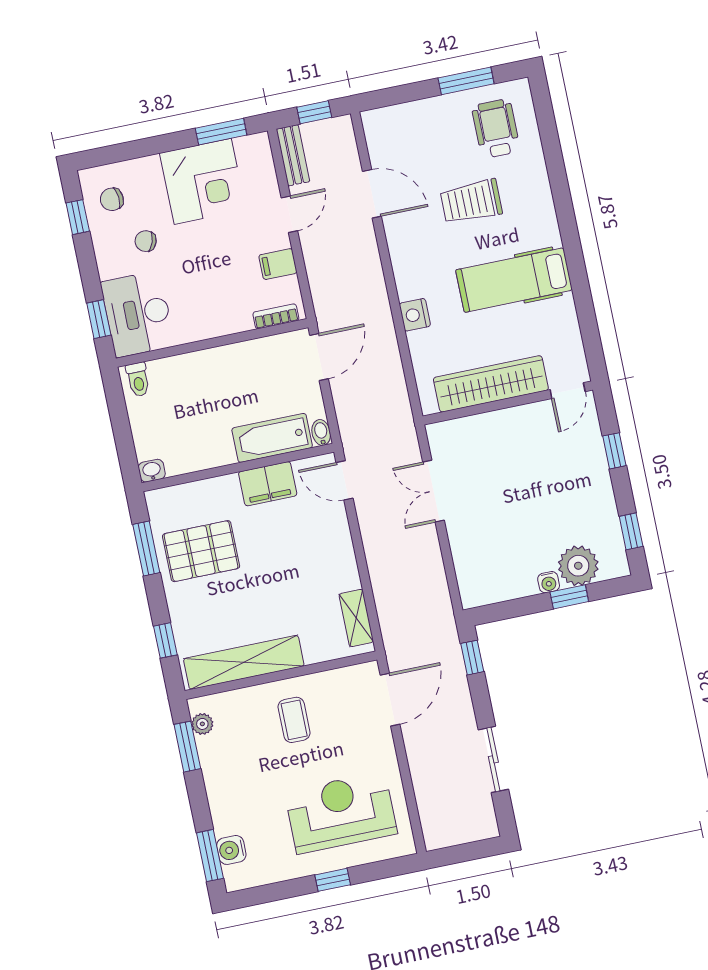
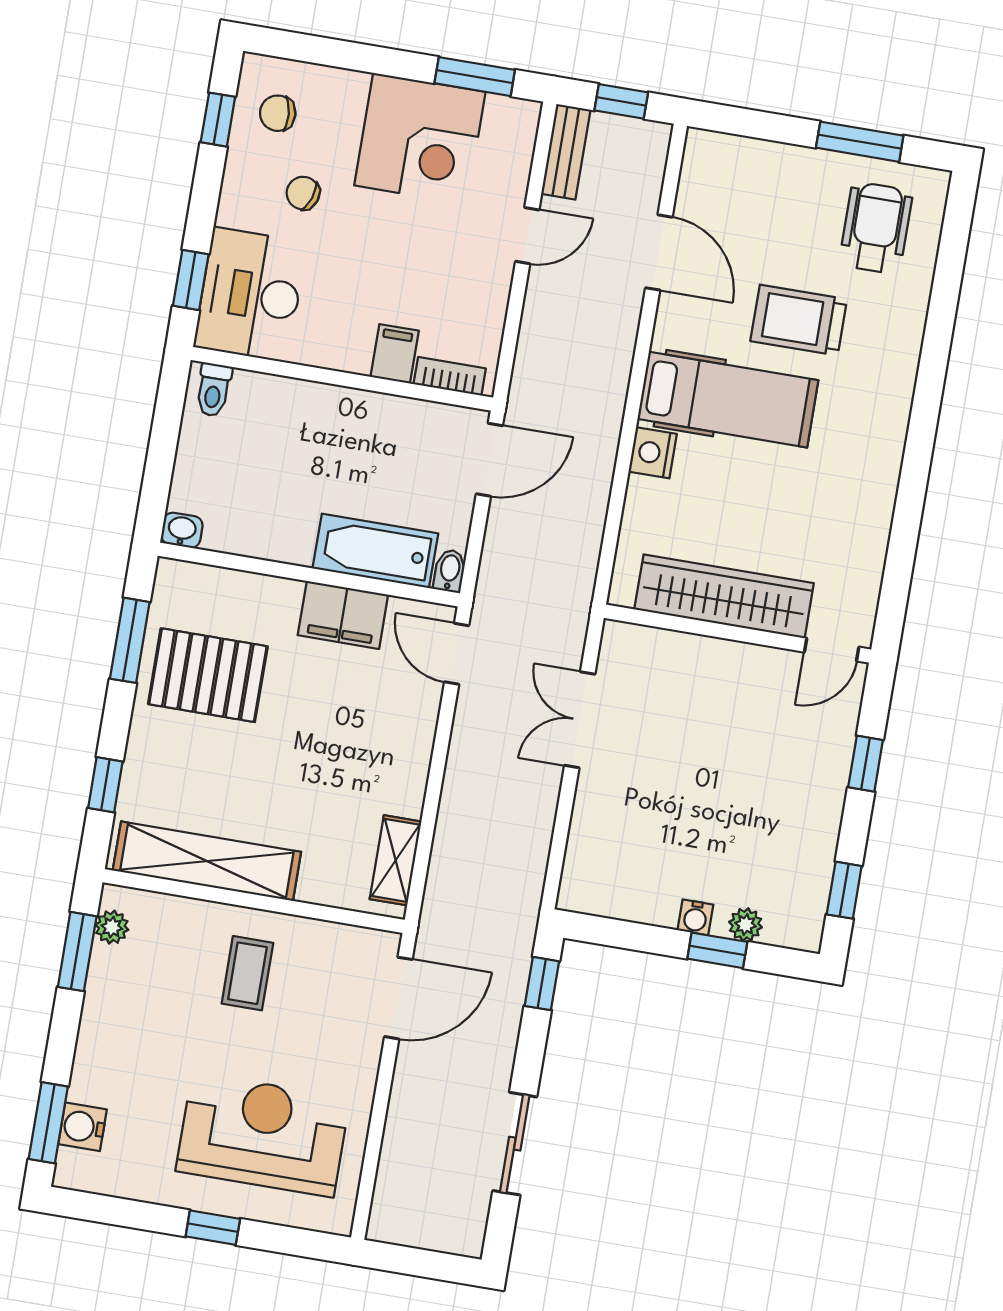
filing cabinet: (278, 264) -> (395, 354), moved, turned 90
hospital bed: (514, 280) -> (728, 400), moved, turned 180
plant: (578, 566) -> (746, 925), width x0.53, depth x0.53

